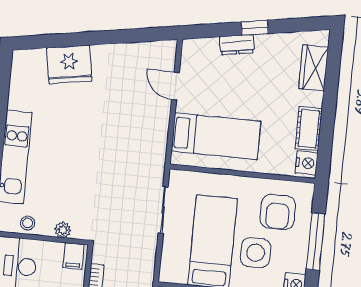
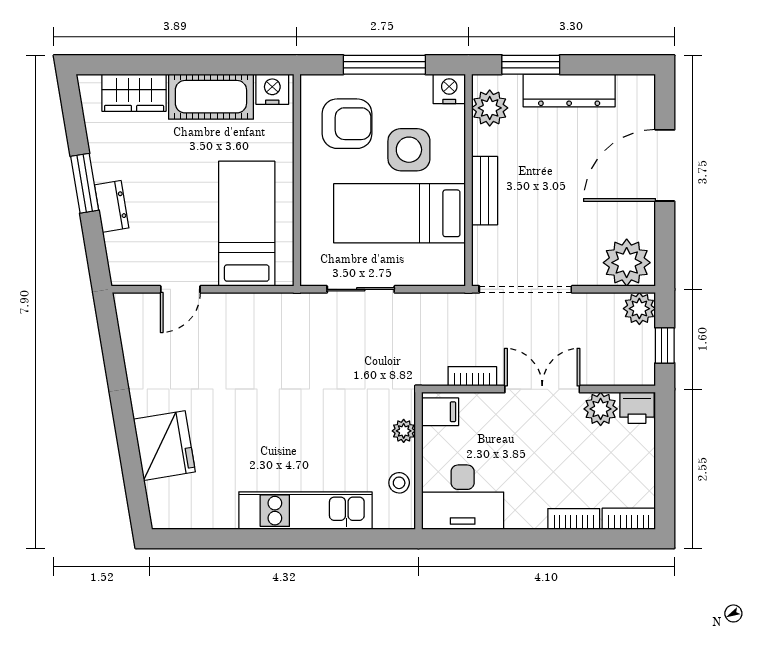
window: (255, 28) -> (85, 183), width x1.50
cot: (309, 129) -> (211, 97), width x1.37, depth x1.34

